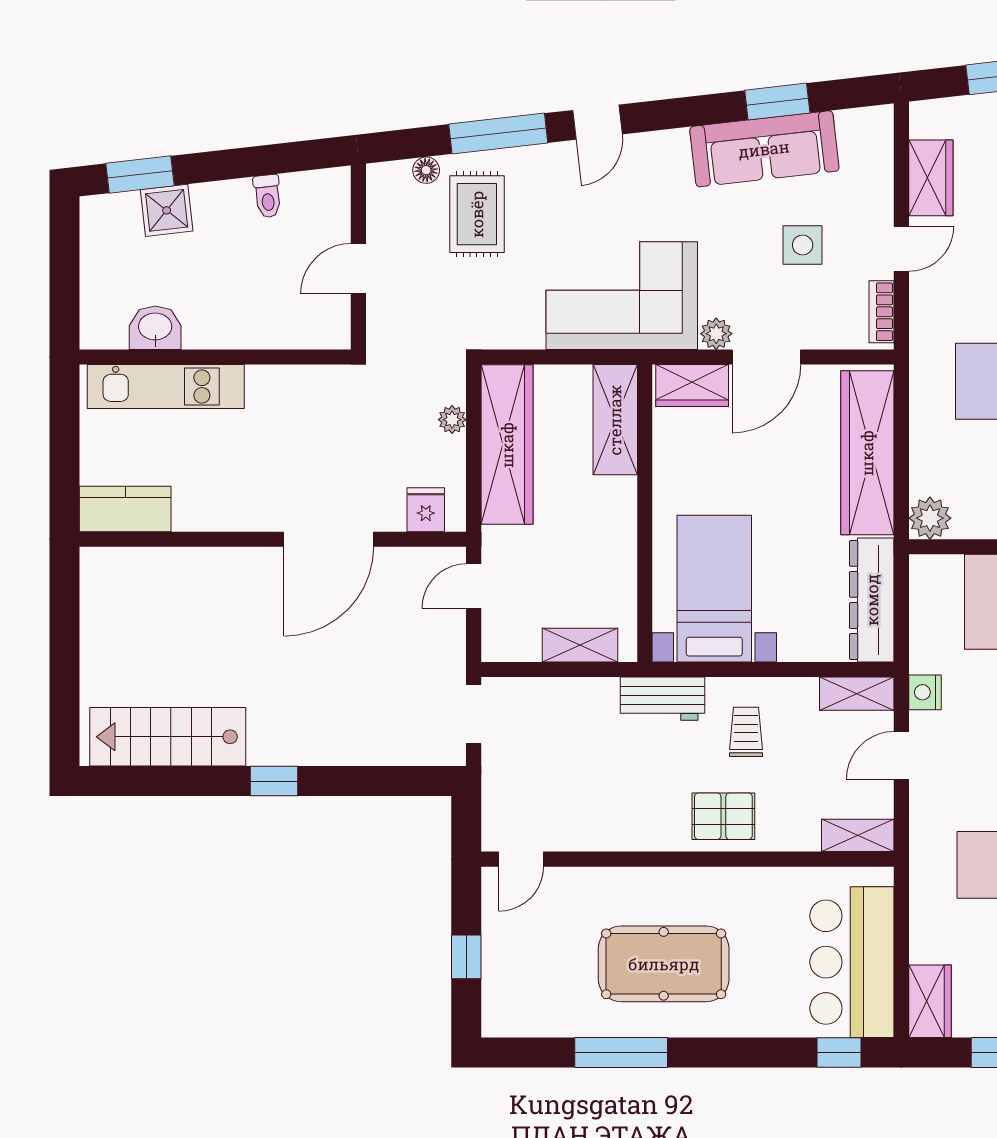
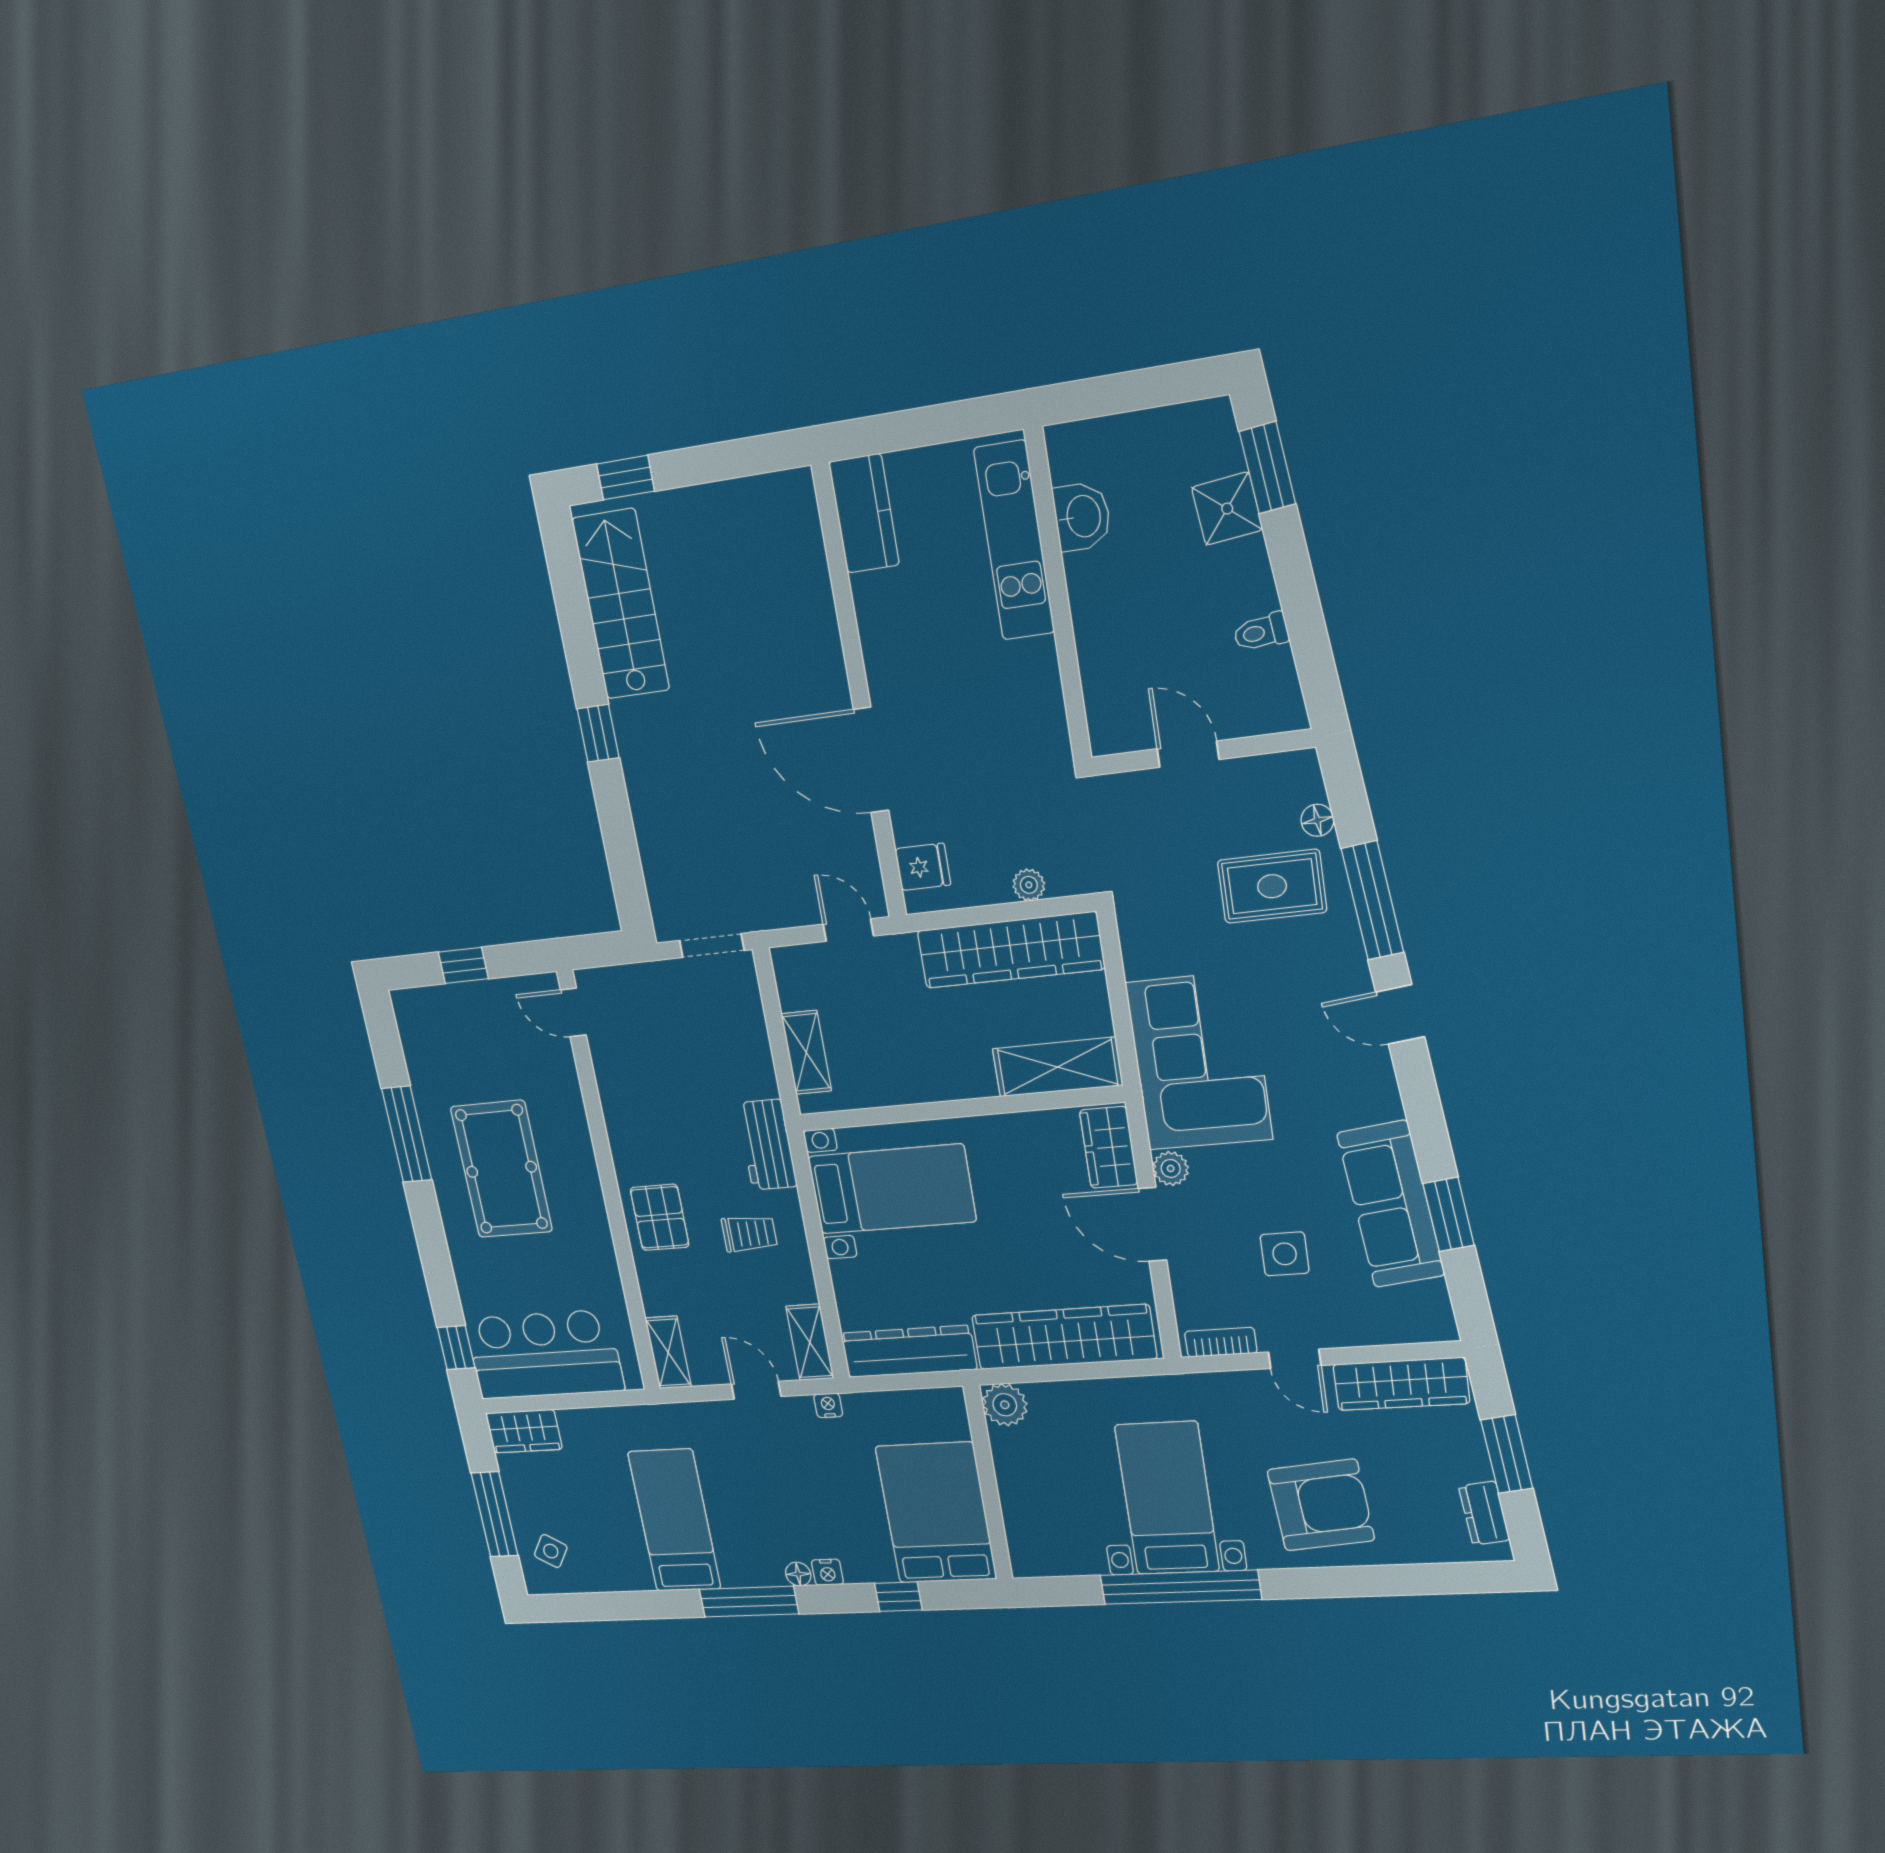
wardrobe: (931, 178) -> (1401, 1384), width x1.50
nightstand: (925, 692) -> (828, 1405), width x0.72, depth x0.74
window: (64, 711) -> (625, 478), added

